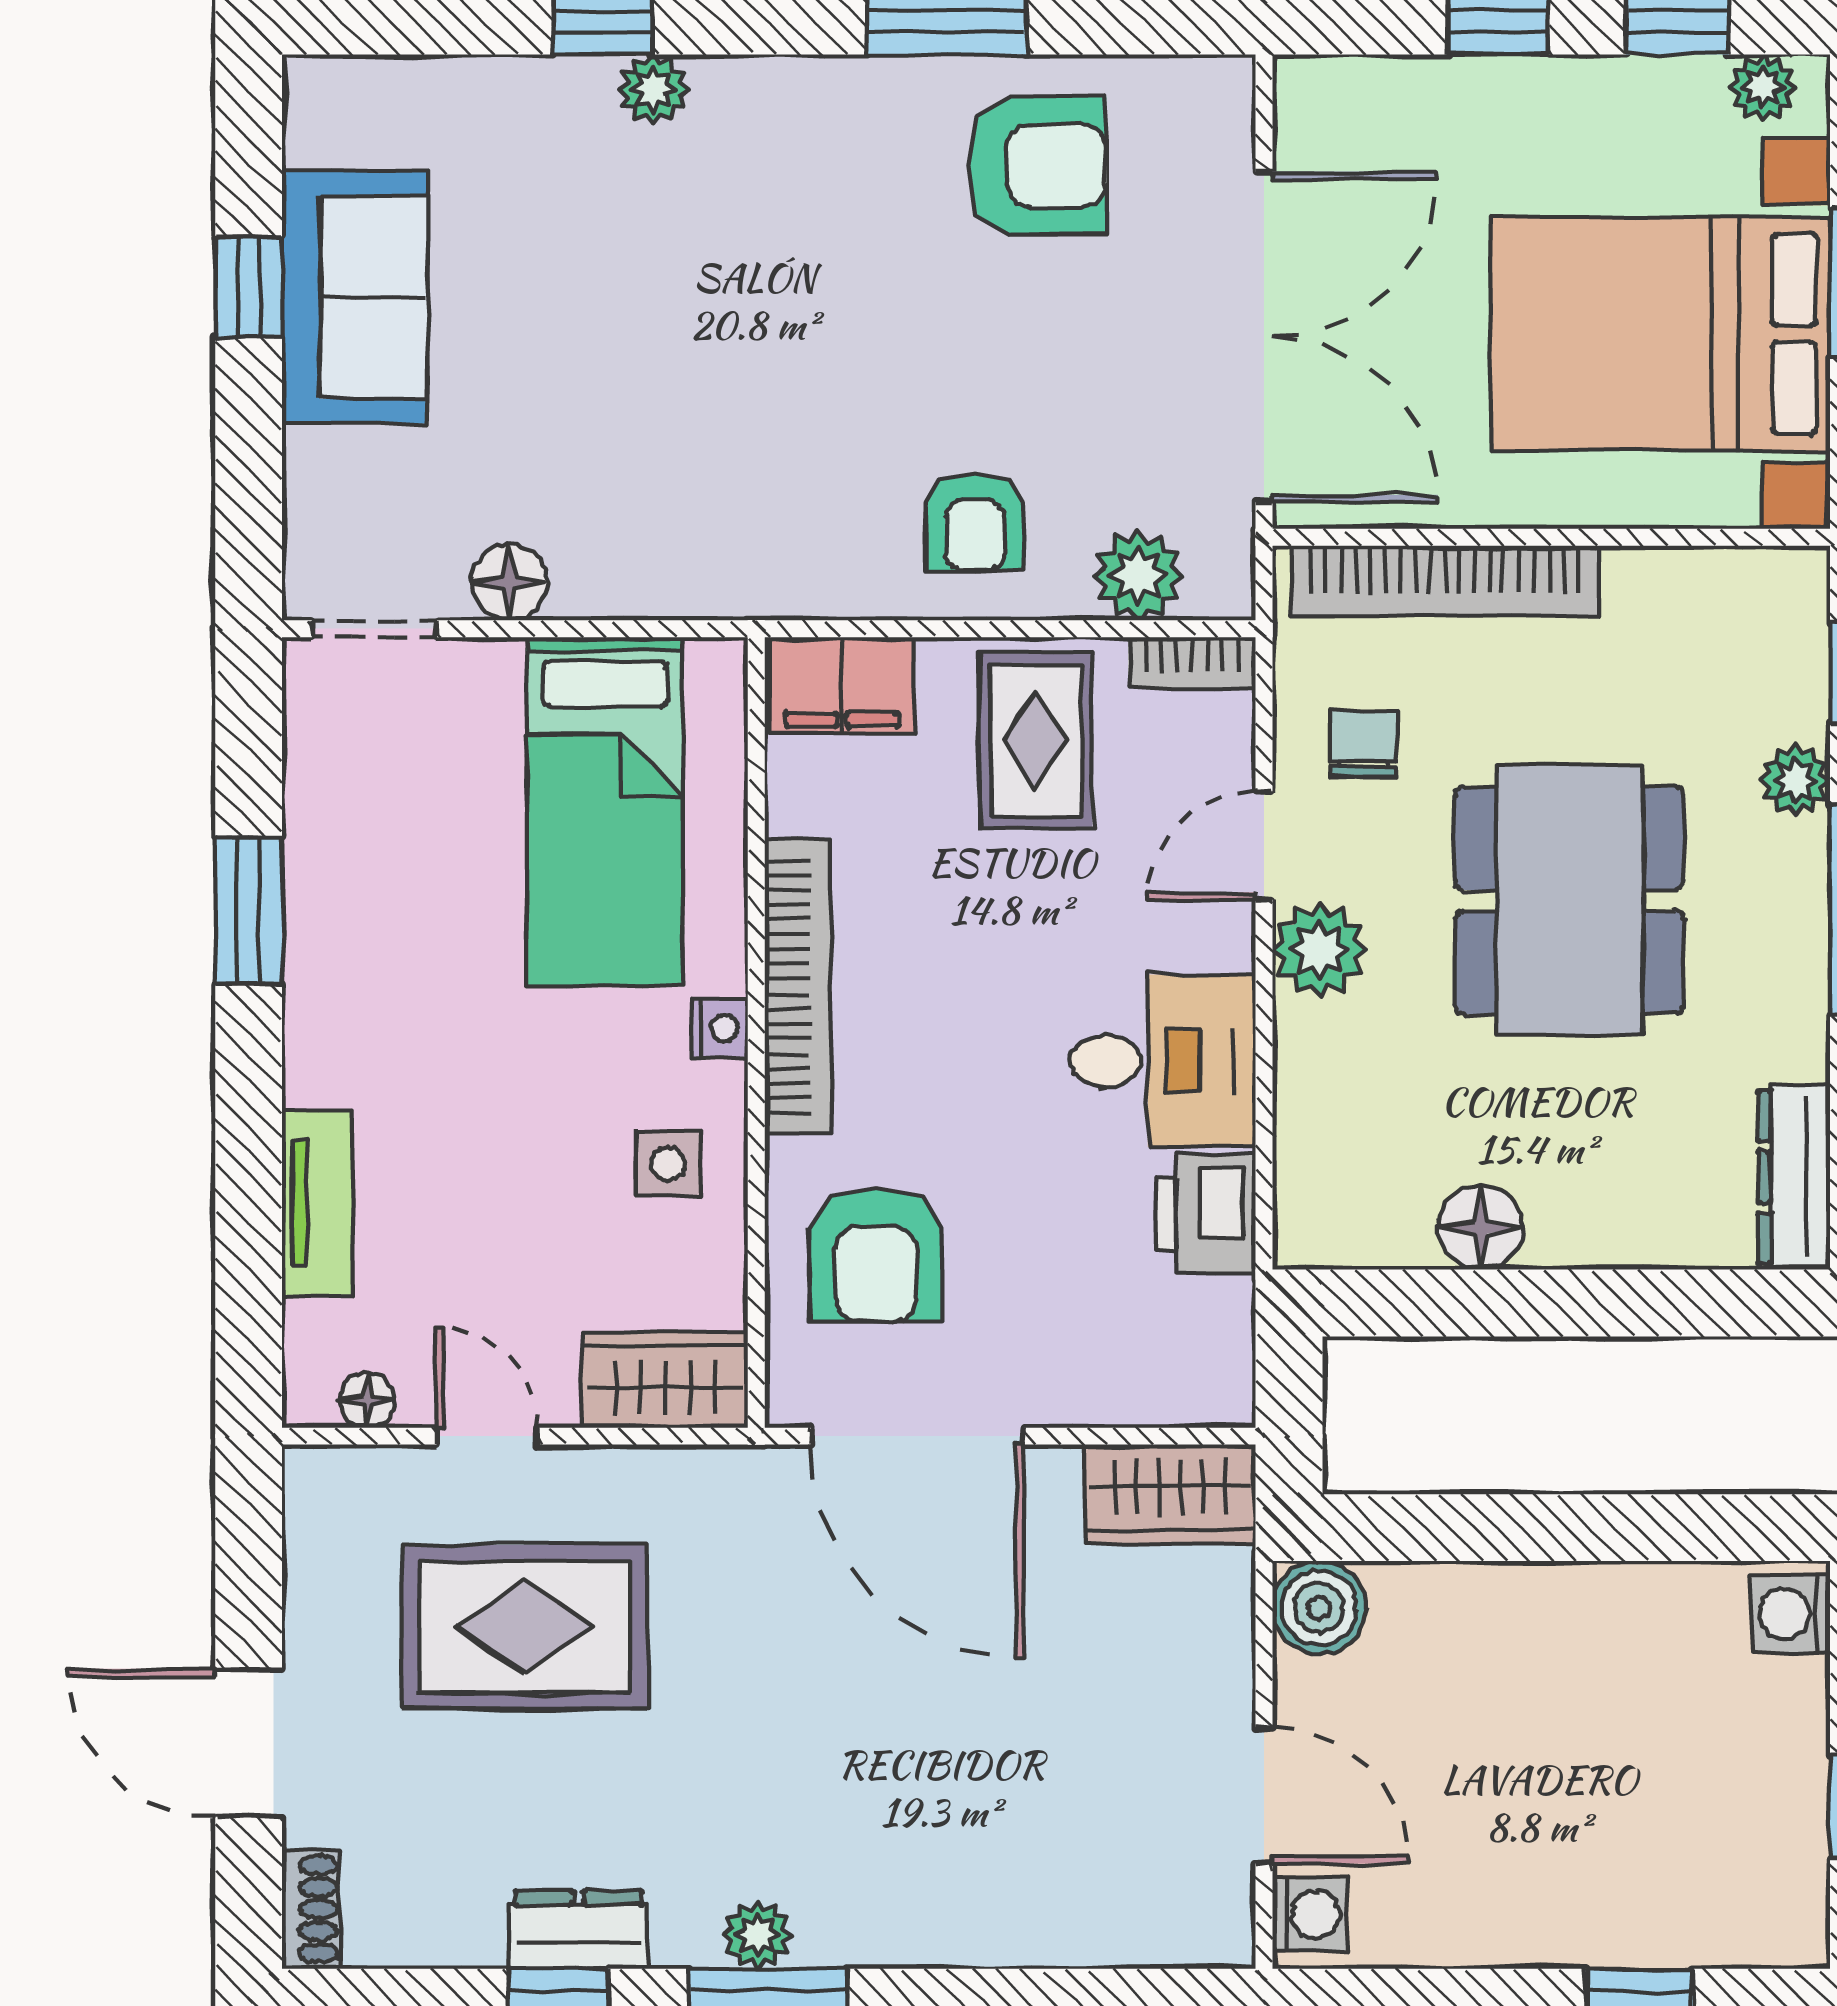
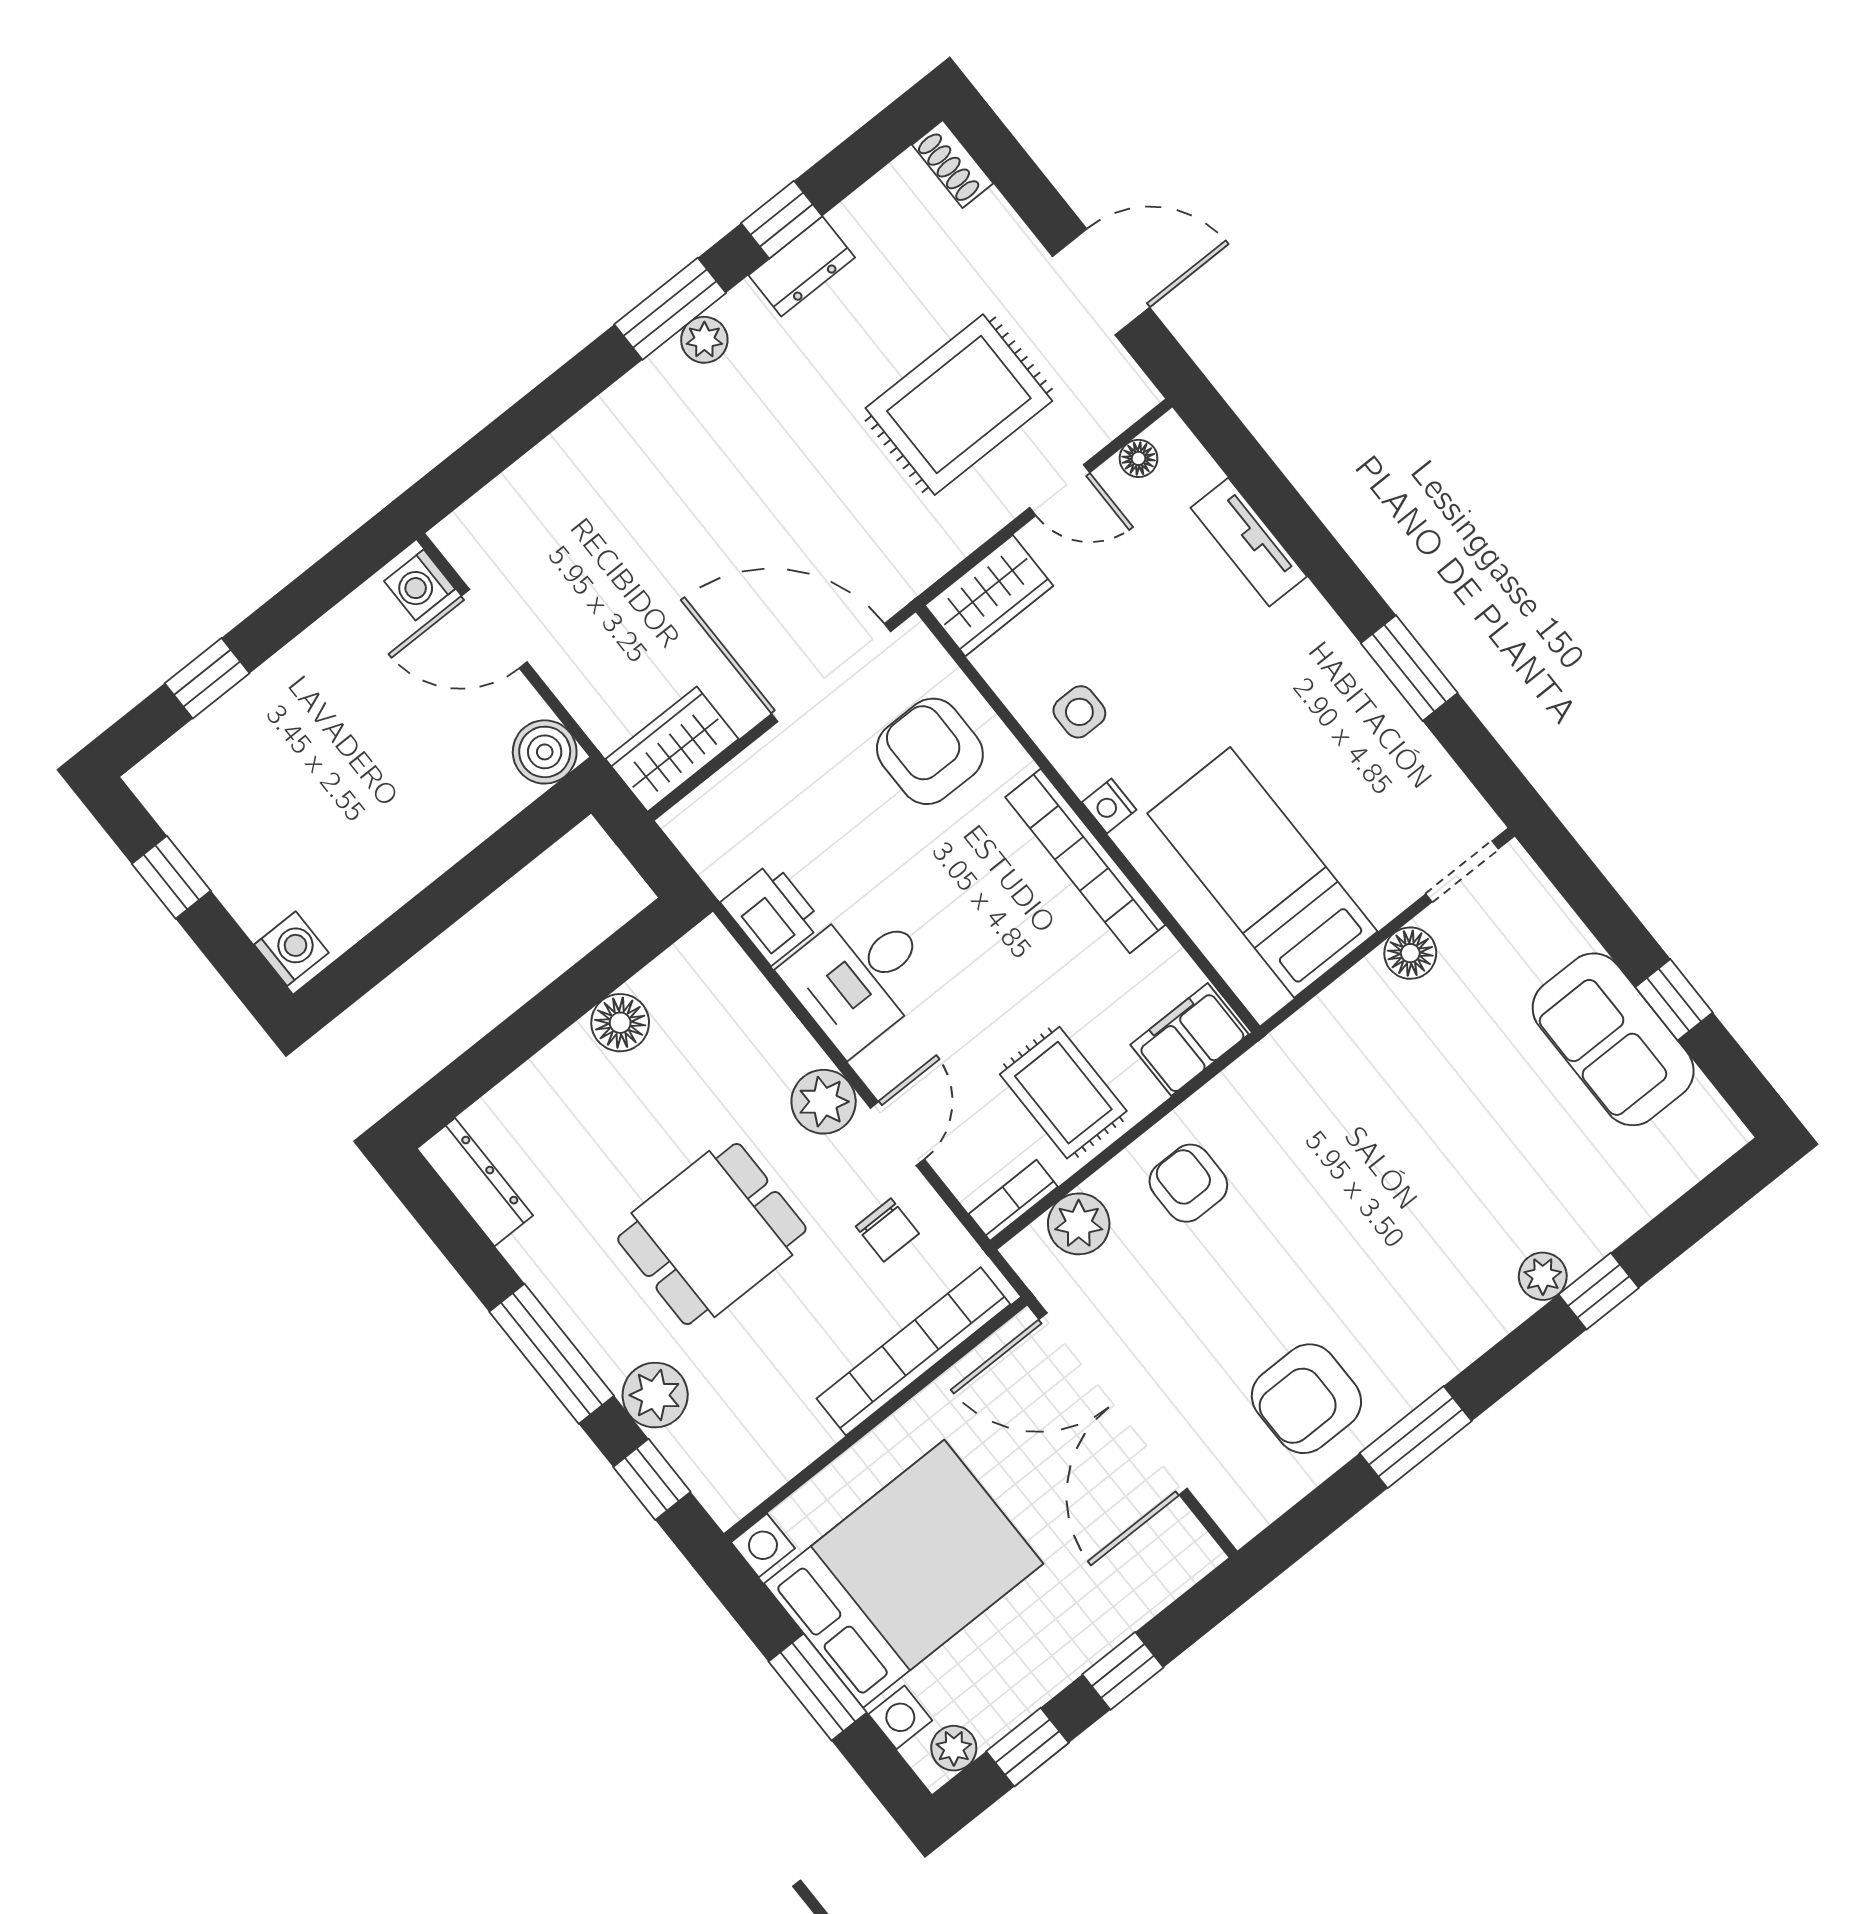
plant: (1795, 780) -> (655, 1395), width x1.38, depth x1.38
dining table: (1569, 900) -> (712, 1234), width x0.73
door: (249, 1743) -> (1101, 282), moved

